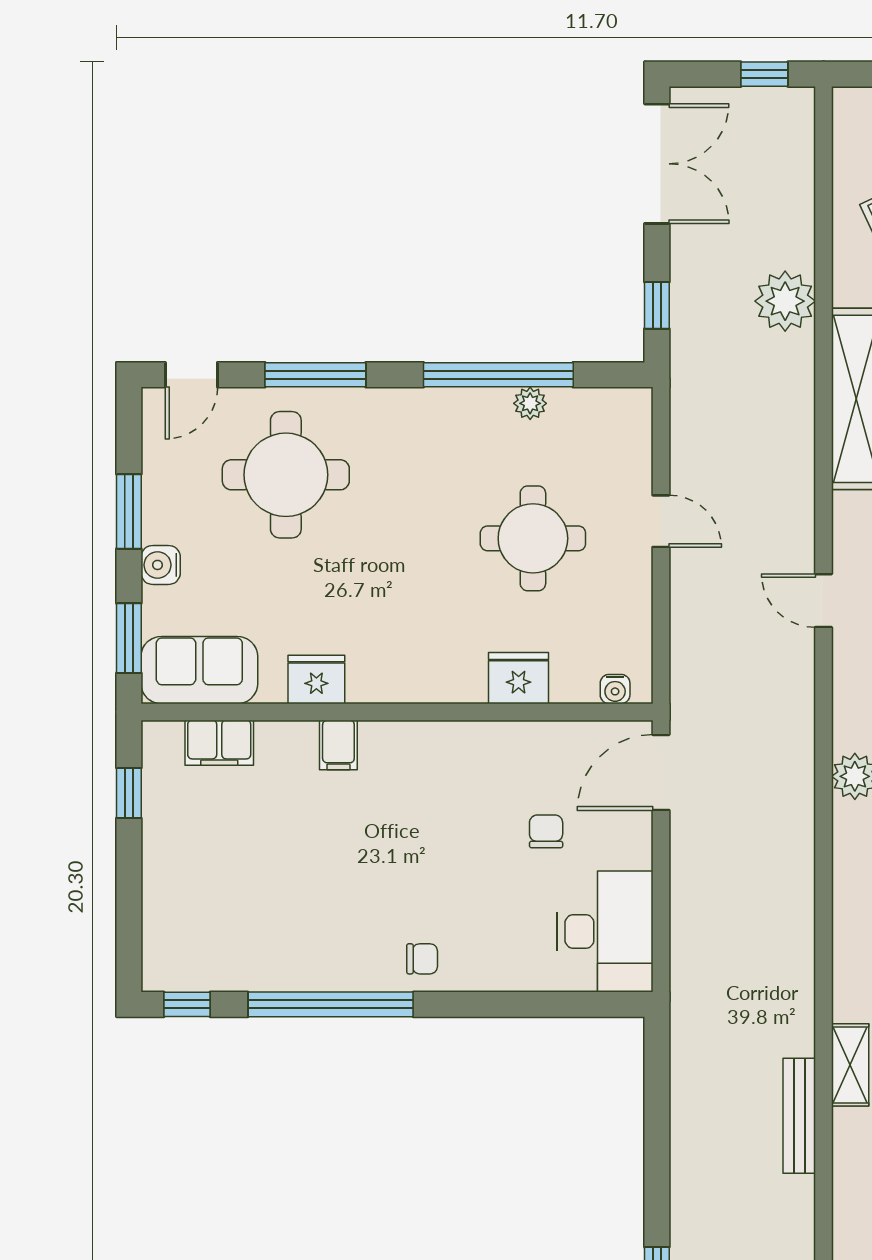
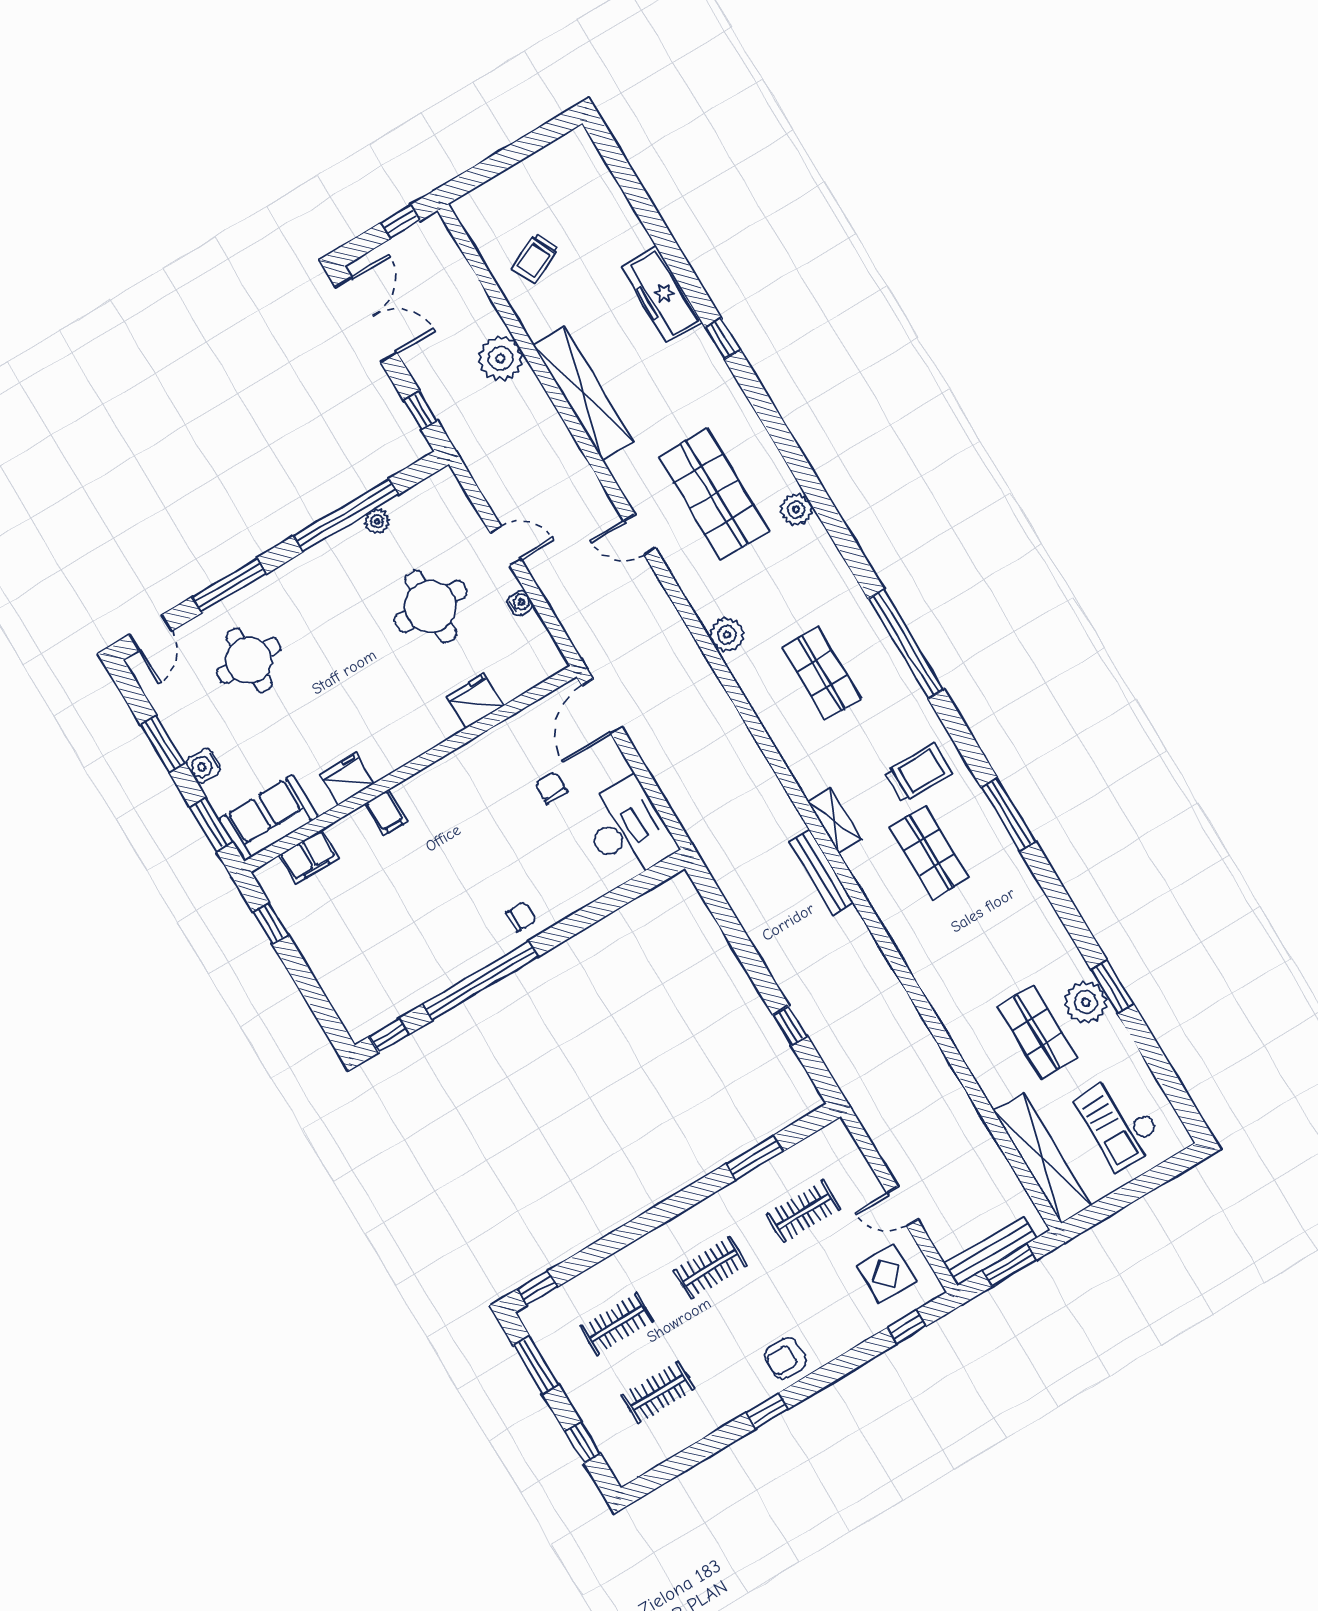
round table: (286, 475) -> (249, 660), width x0.73, depth x0.73
water cooler: (615, 689) -> (520, 603), moved, turned -90

